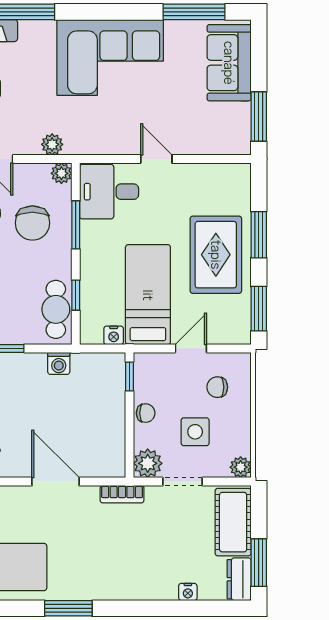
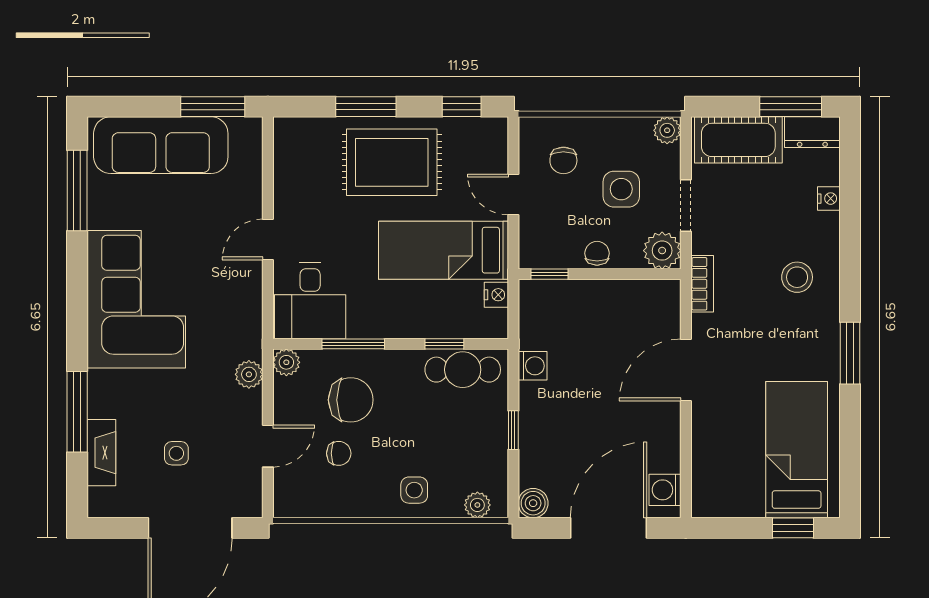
sofa: (229, 63) -> (161, 145), width x1.36
window: (259, 309) -> (462, 107), width x0.67
stool: (127, 567) -> (797, 277), added

